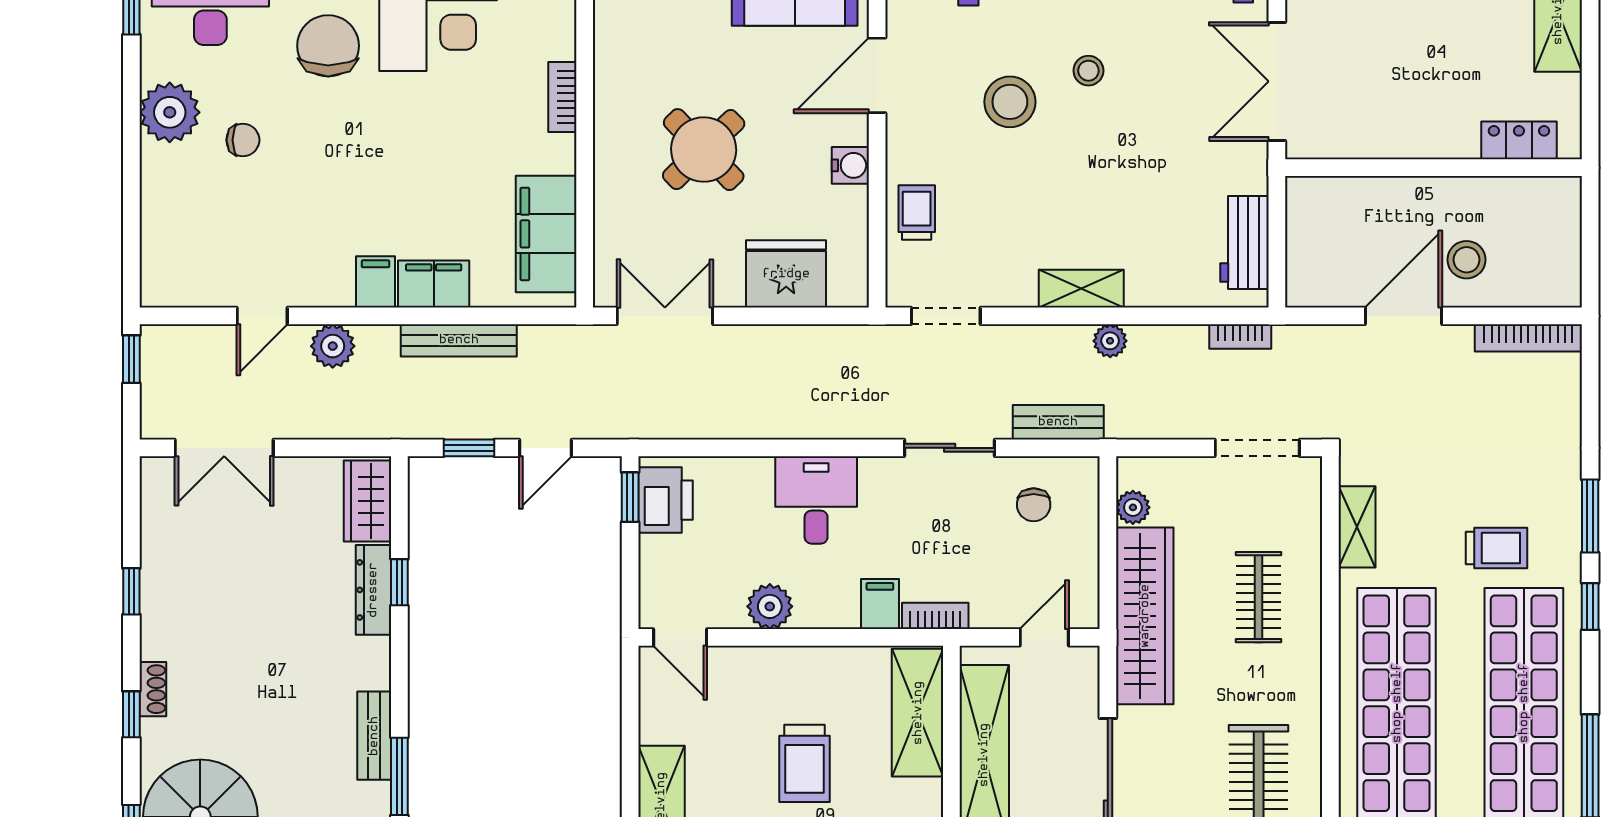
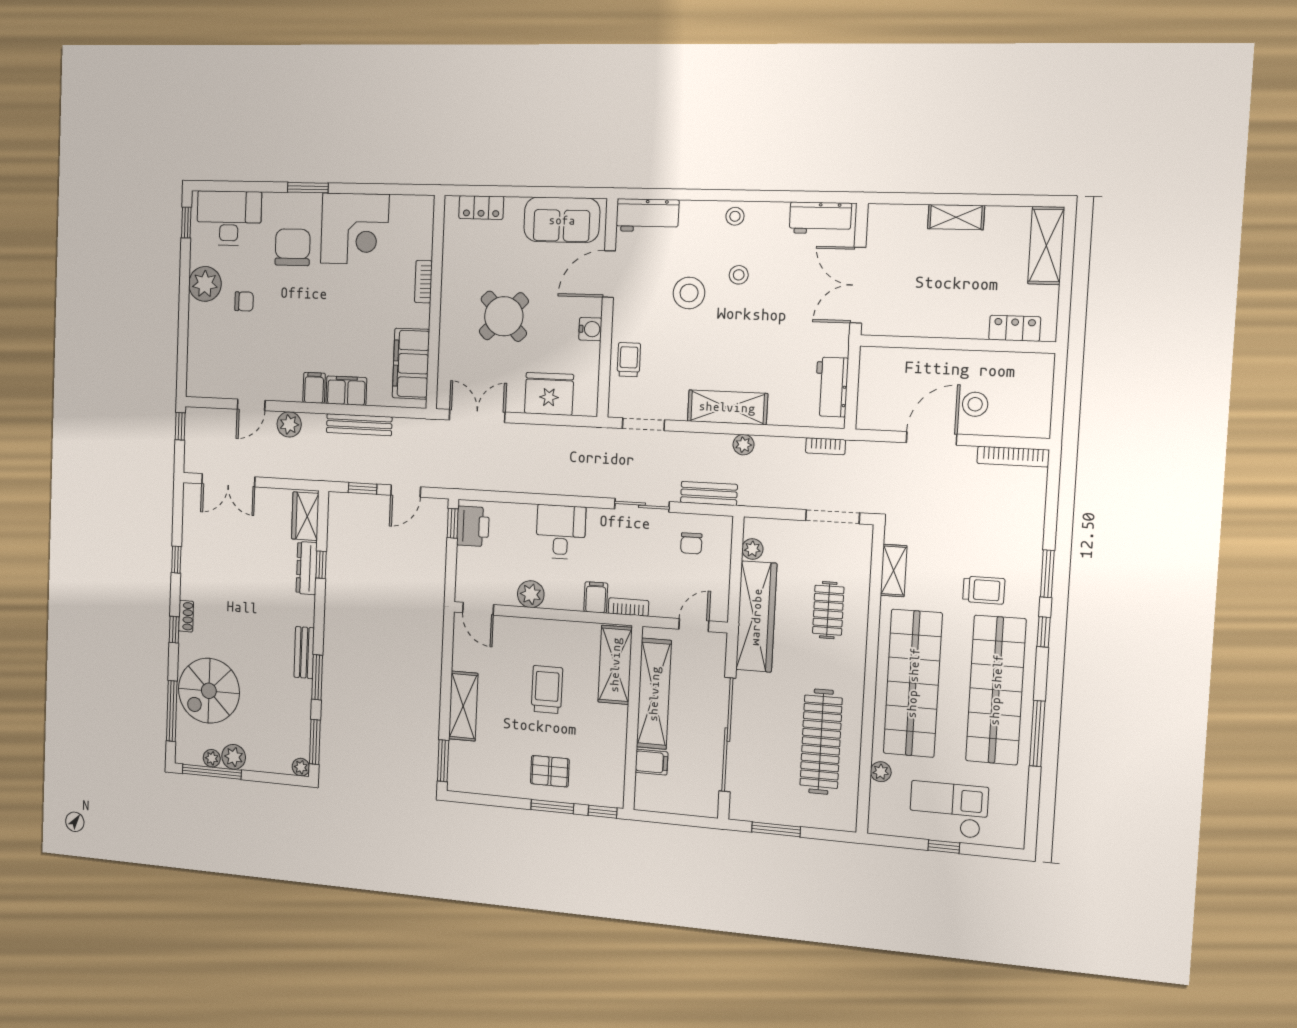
shelving: (1081, 289) -> (727, 407), width x1.50, depth x1.33
trolley: (805, 763) -> (547, 690), turned 180

